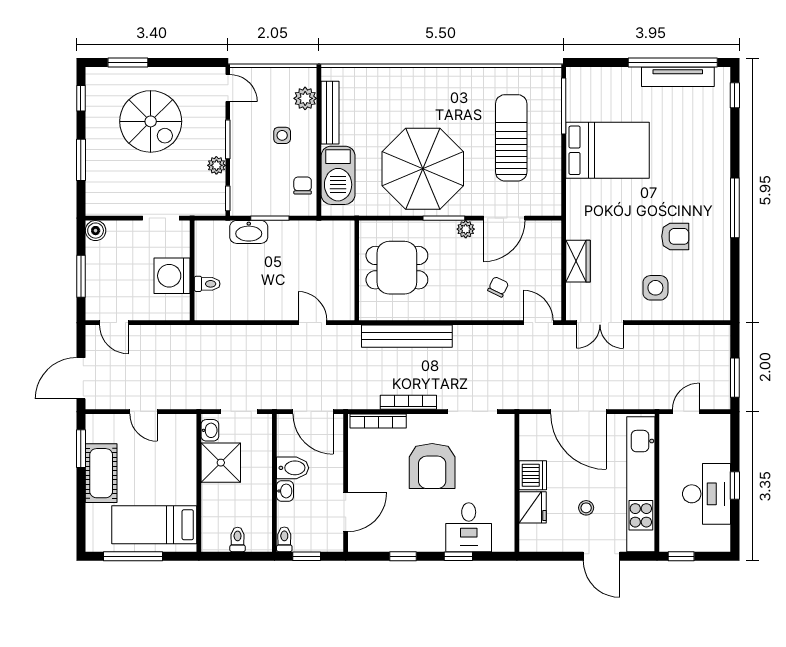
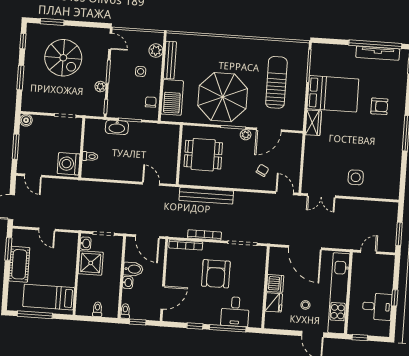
armchair: (675, 236) -> (379, 106), moved
wardrobe: (578, 261) -> (313, 123), moved
washing machine: (172, 276) -> (69, 164), moved
desk: (706, 494) -> (377, 307), width x0.73
window: (458, 556) -> (228, 328), width x2.17

